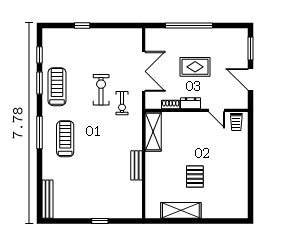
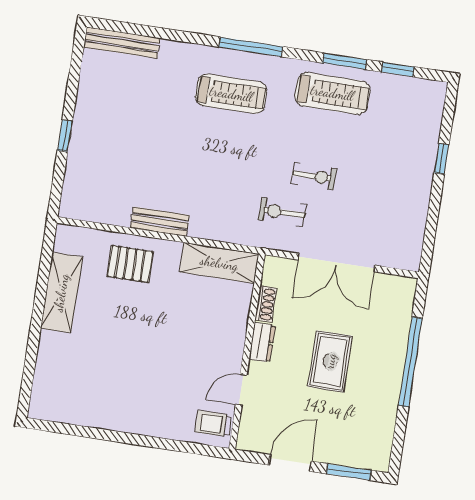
exercise bike: (101, 90) -> (314, 176), width x0.73, depth x0.72
pallet: (195, 177) -> (130, 264), moved

